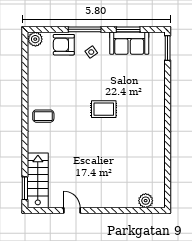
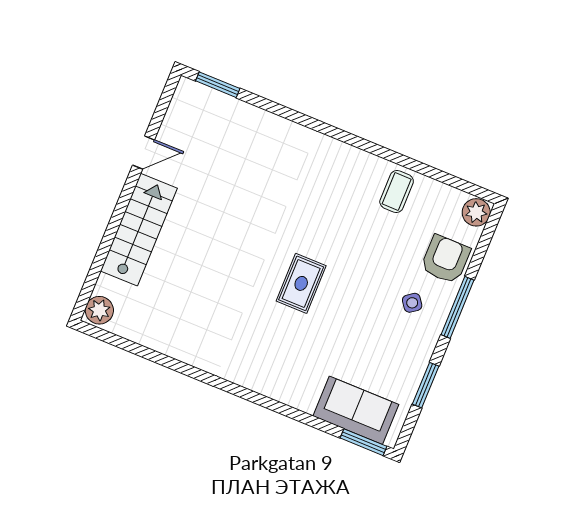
sofa: (129, 43) -> (356, 410), moved, turned 90
coffee table: (43, 116) -> (397, 192), moved
stairs: (38, 180) -> (139, 230), moved, turned -90
plant: (146, 201) -> (99, 310), moved

